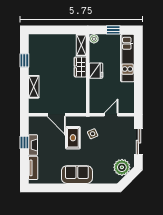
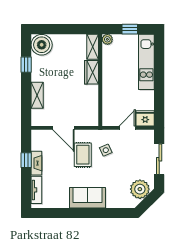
boiler: (38, 43) -> (42, 45), added
fridge: (96, 71) -> (145, 118), moved, turned -90

